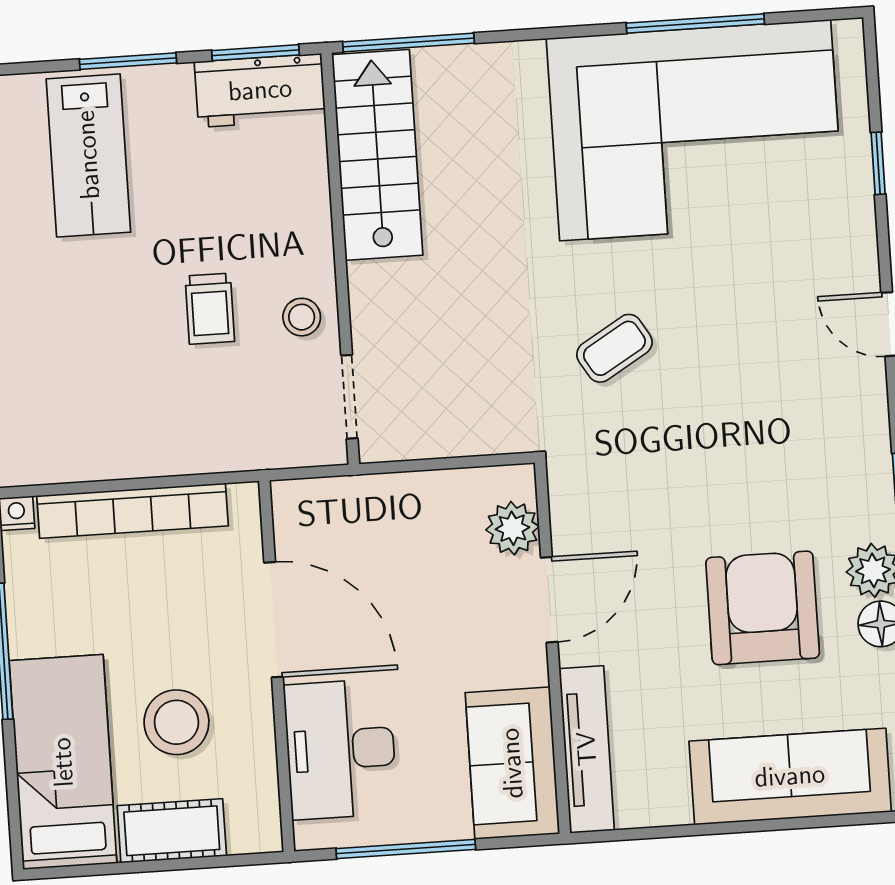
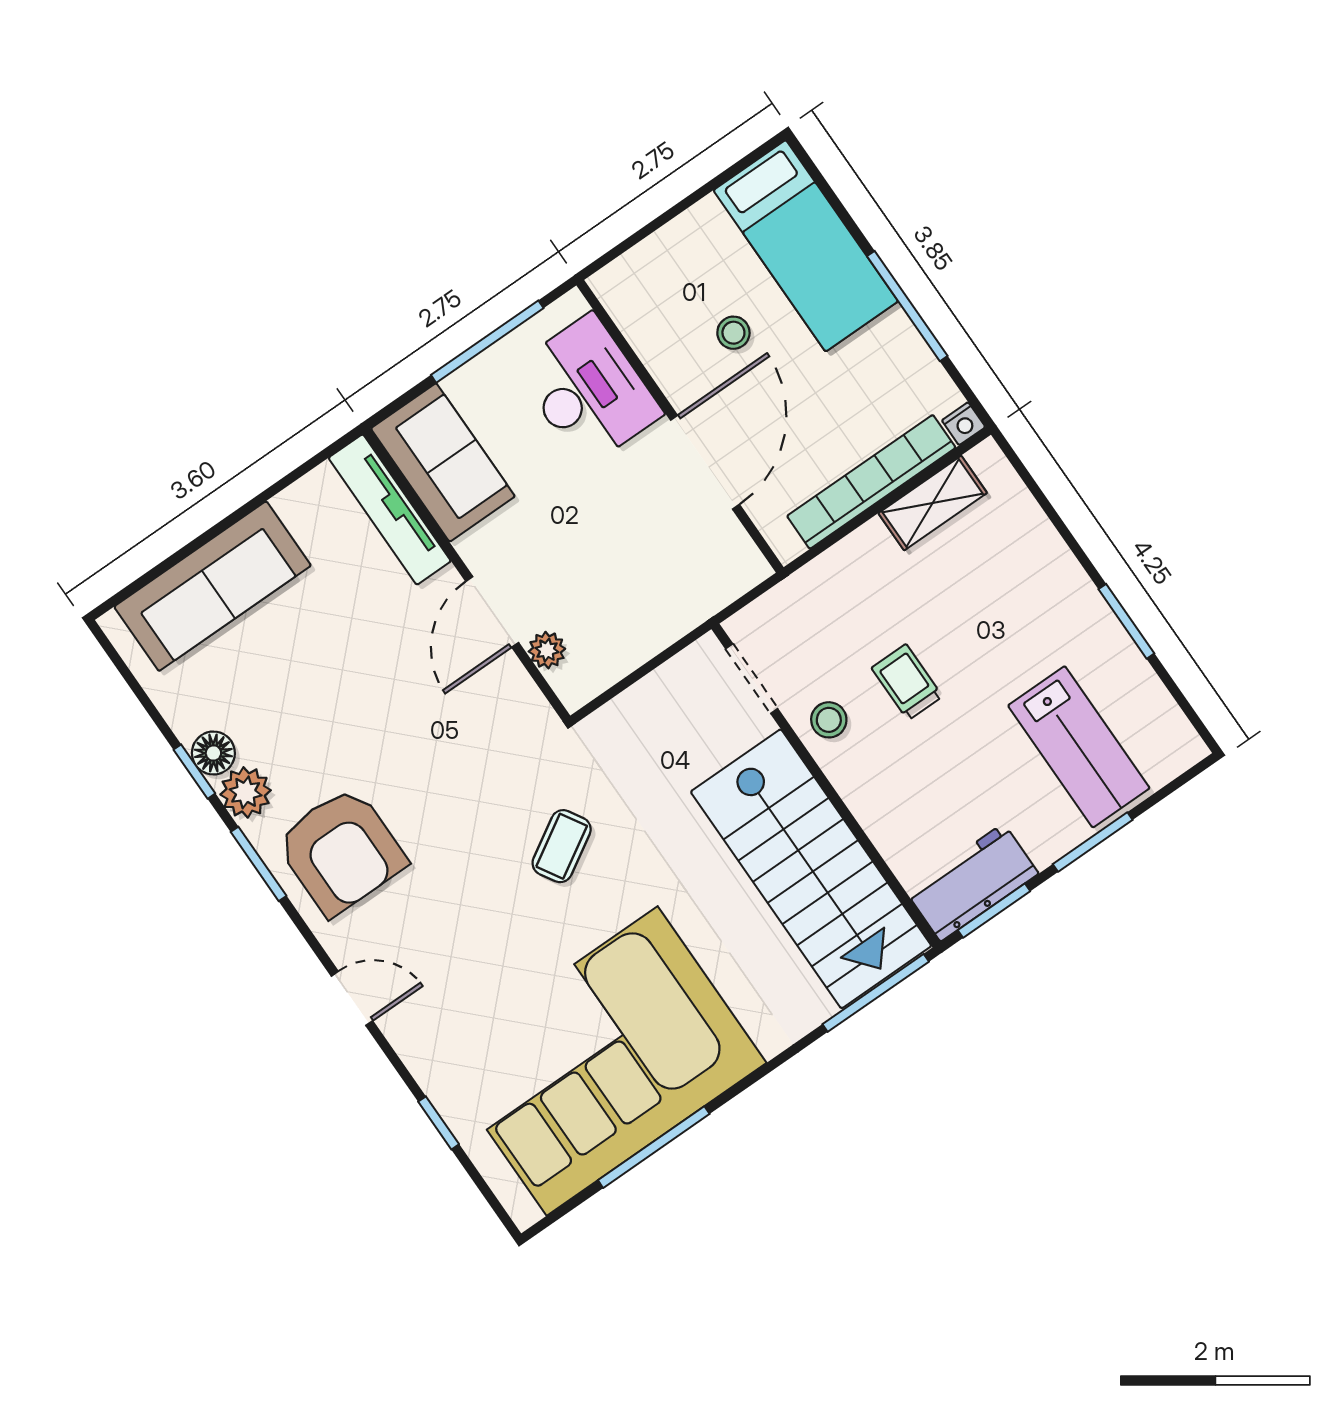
lab bench: (88, 155) -> (1079, 747), turned 180
stairs: (377, 155) -> (811, 869), width x1.36, depth x1.51
shelving: (88, 458) -> (933, 503), added
plant: (513, 528) -> (547, 650), width x0.73, depth x0.73
armchair: (763, 608) -> (341, 851), moved
door: (273, 620) -> (705, 462), swing flipped
stool: (176, 722) -> (733, 333), width x0.53, depth x0.53
cot: (172, 831) -> (685, 243), removed

